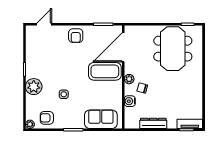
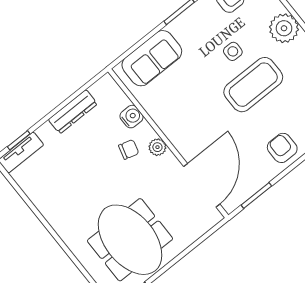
coffee table: (105, 71) -> (253, 85), moved

